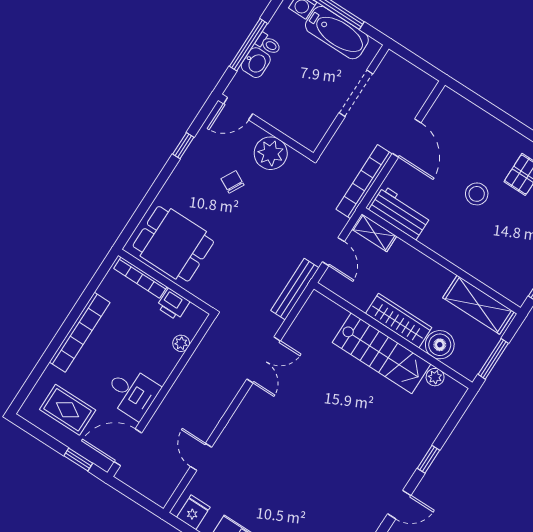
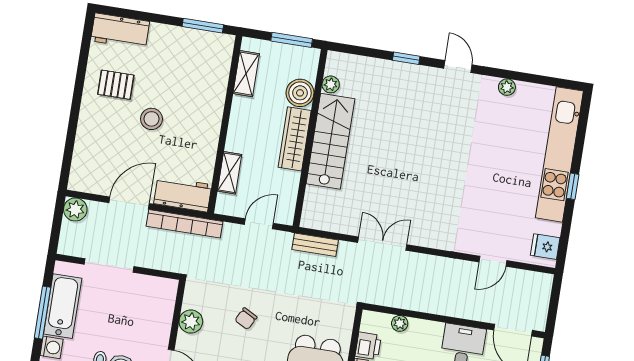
plant: (423, 85) -> (75, 209), added
plant: (271, 153) -> (191, 321), width x0.73, depth x0.73
chair: (232, 182) -> (246, 319), moved
workbench: (400, 213) -> (183, 194), moved, turned 90
shelving: (374, 233) -> (229, 173), moved
bench: (295, 289) -> (315, 245), width x0.73
shelving: (478, 305) -> (246, 74), width x0.67, depth x0.75

